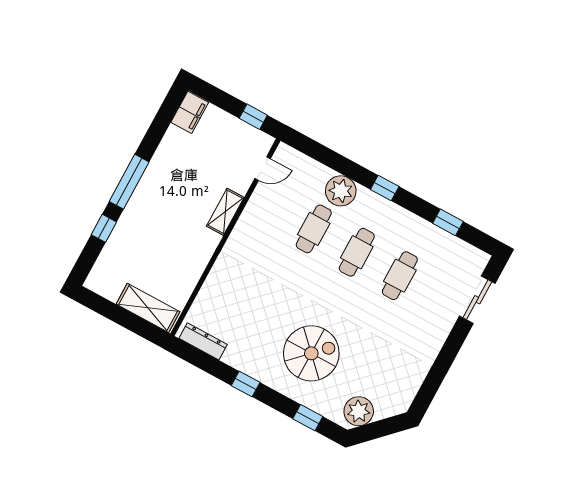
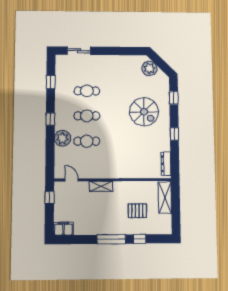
pallet: (152, 250) -> (137, 211), added
spiral stairs: (311, 353) -> (144, 112), turned 180
plant: (359, 411) -> (149, 68), moved

